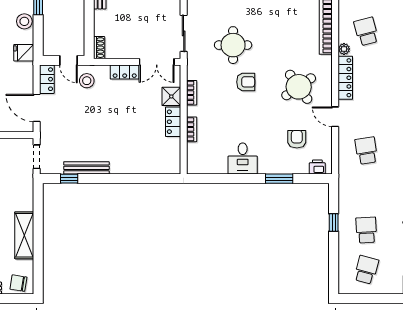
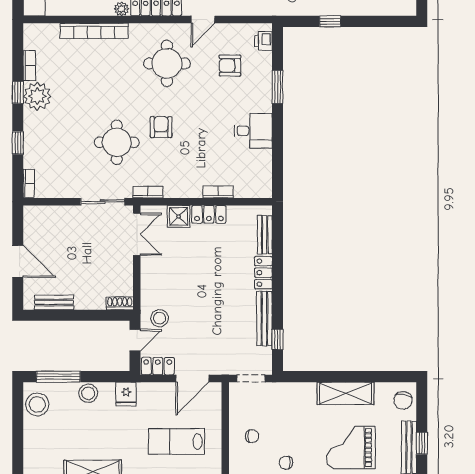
locker: (125, 72) -> (263, 273), moved, turned 180
round table: (299, 87) -> (167, 63), turned 35
bookcase: (192, 93) -> (148, 192), moved
bench: (156, 168) -> (265, 235), added

